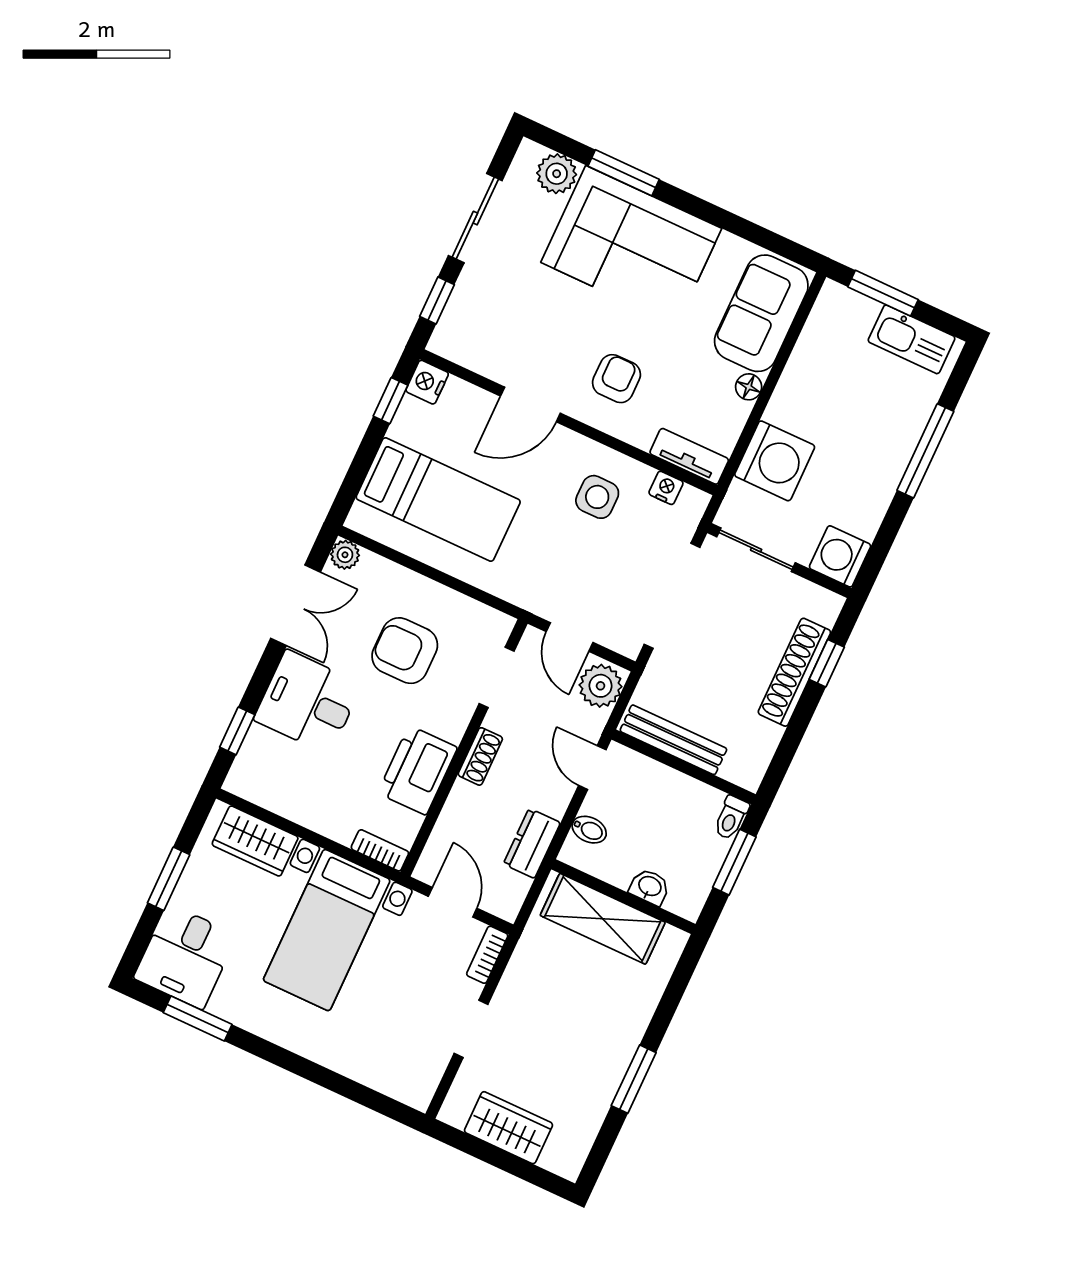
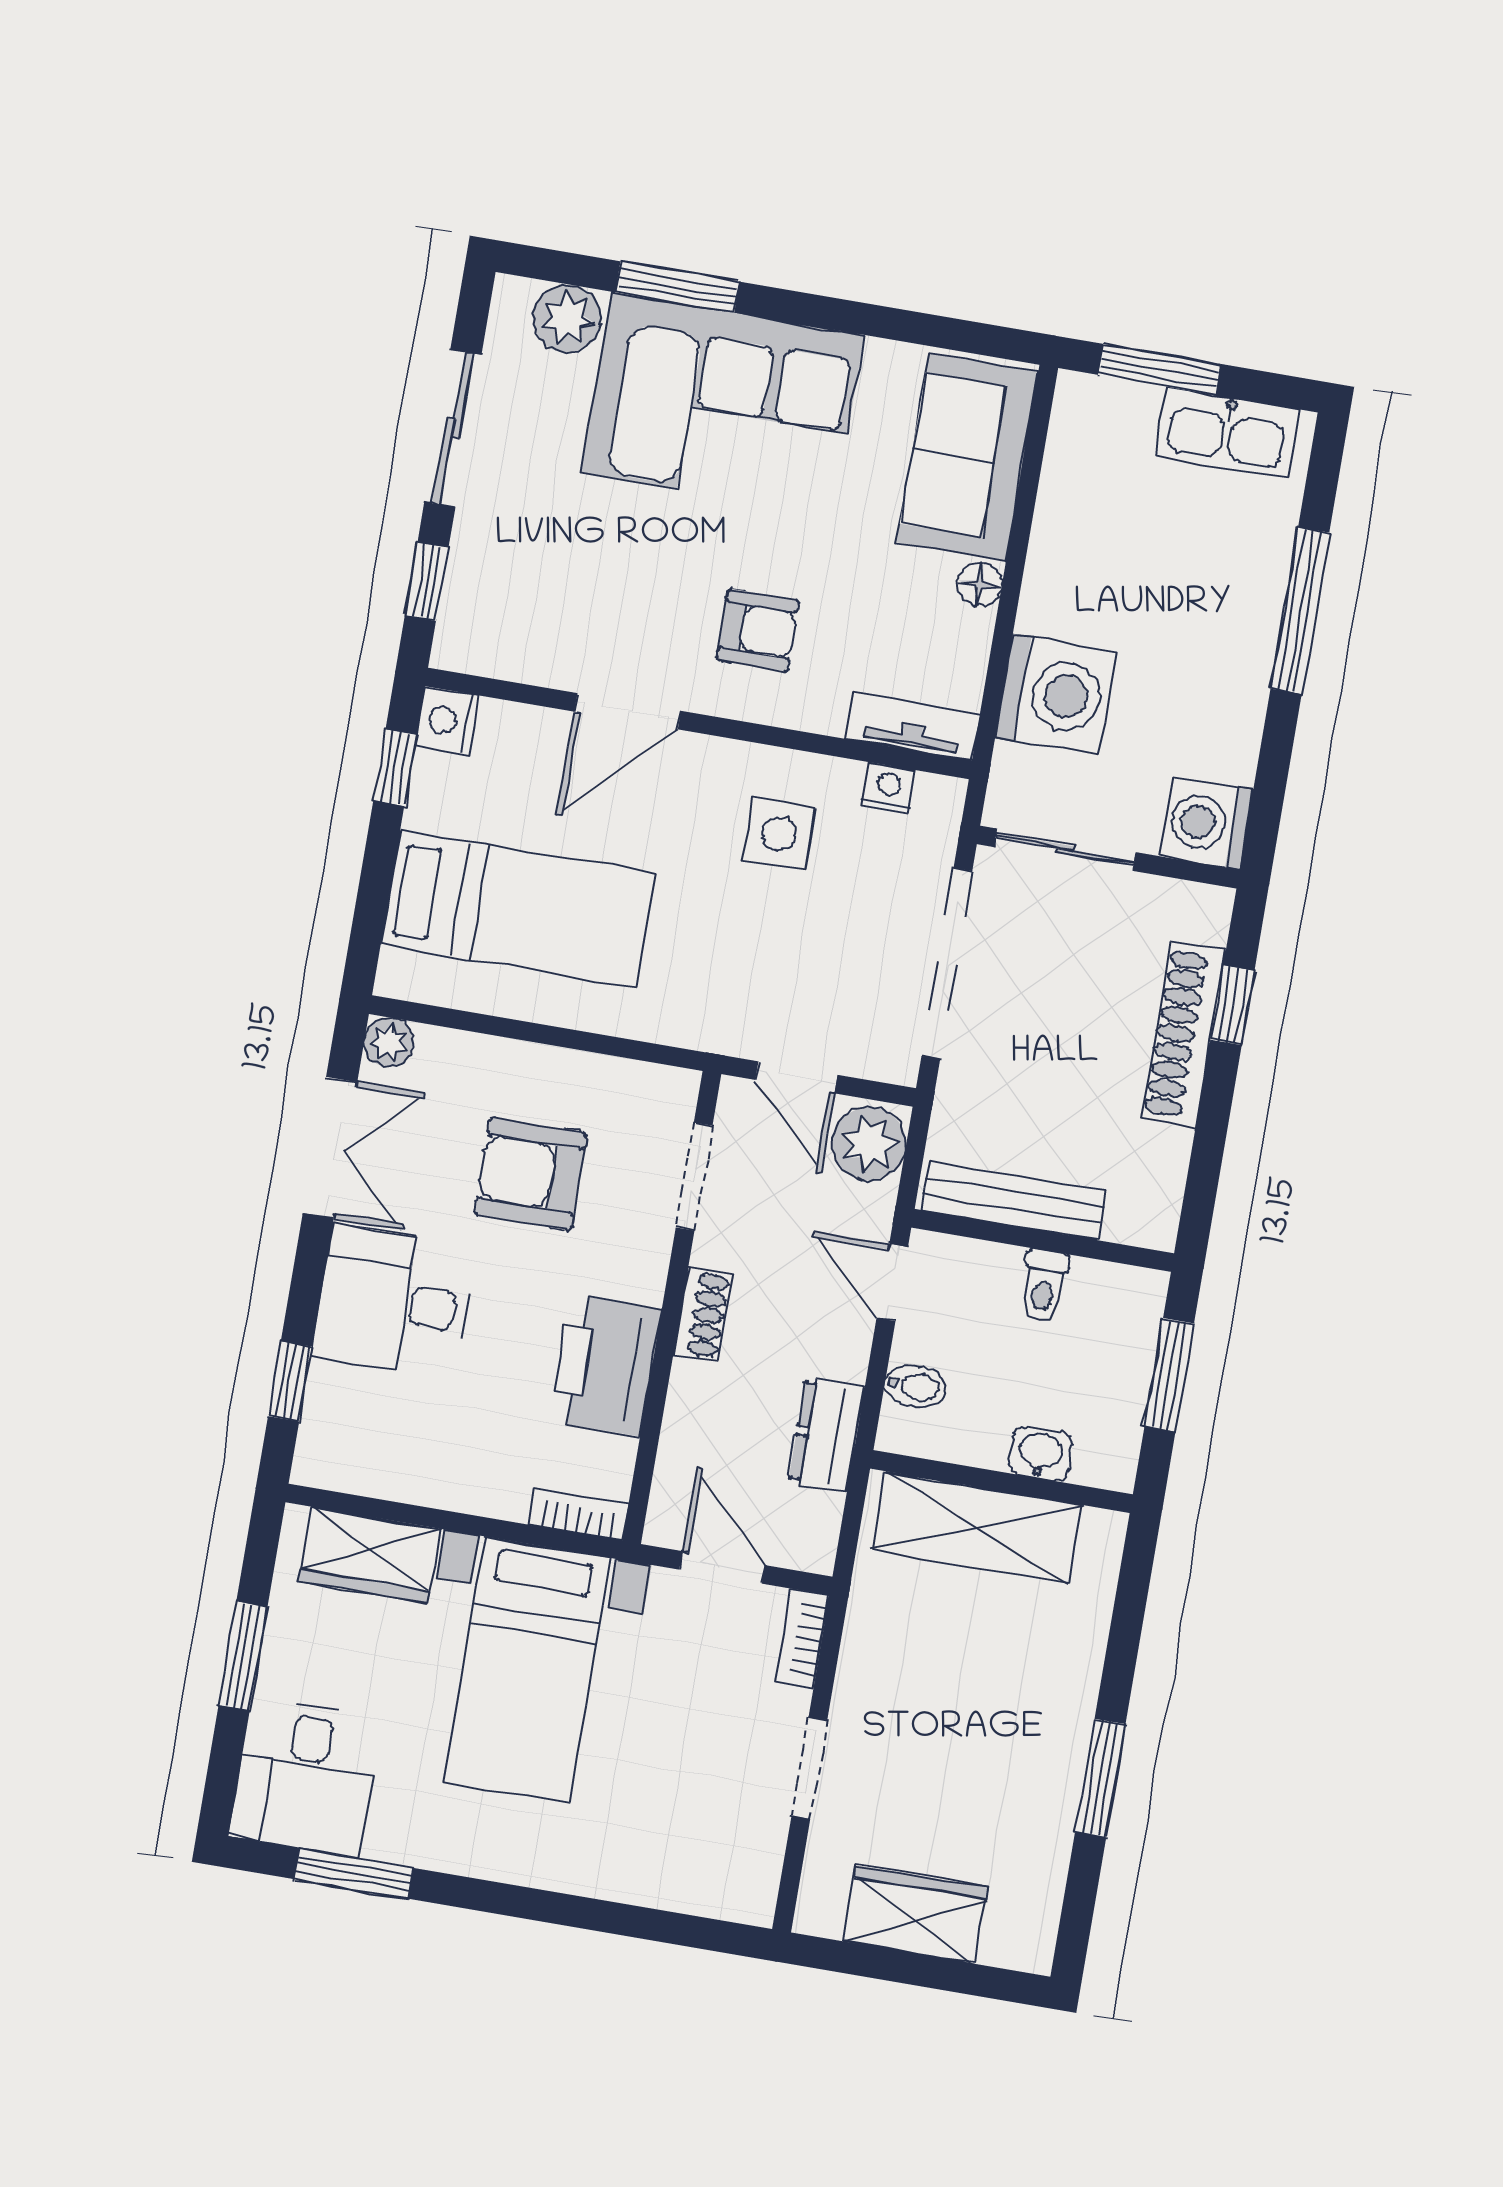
armchair: (616, 379) -> (758, 630), turned 90
toilet: (731, 818) -> (1044, 1286), moved

